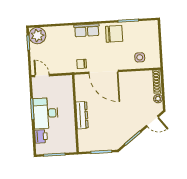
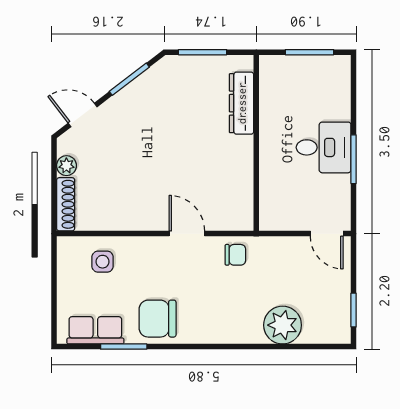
row of seats: (87, 30) -> (95, 330), moved
plant: (37, 36) -> (283, 325), moved
door: (103, 72) -> (187, 234), width x0.53
desk: (46, 113) -> (324, 147), width x0.73
dresser: (82, 115) -> (242, 103), moved
printer: (41, 136) -> (337, 95), removed

